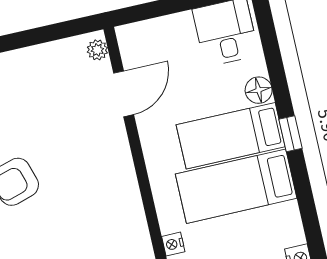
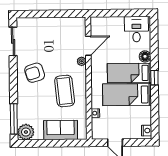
plant: (97, 50) -> (82, 61), moved
coffee table: (92, 209) -> (65, 91), added

